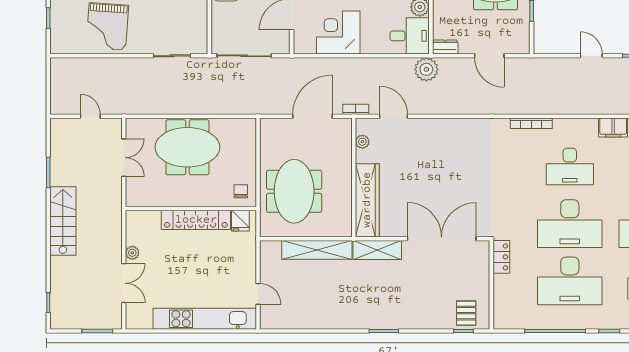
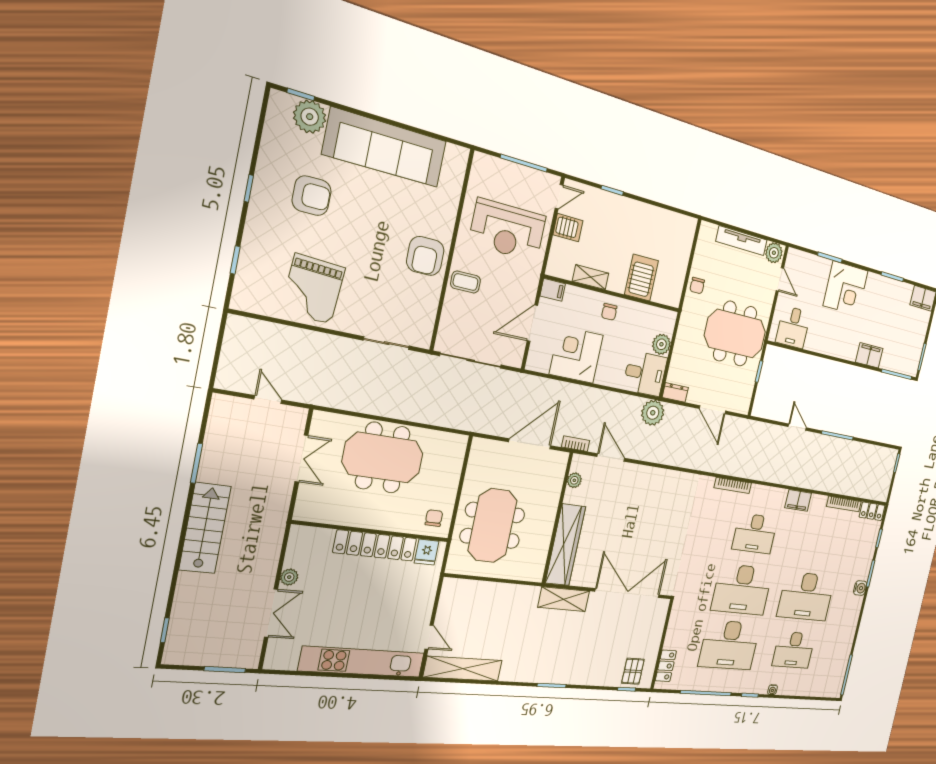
shelving: (317, 250) -> (463, 669), moved
locker: (501, 257) -> (666, 666), moved

